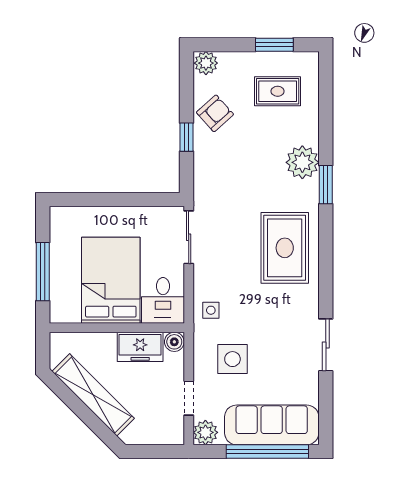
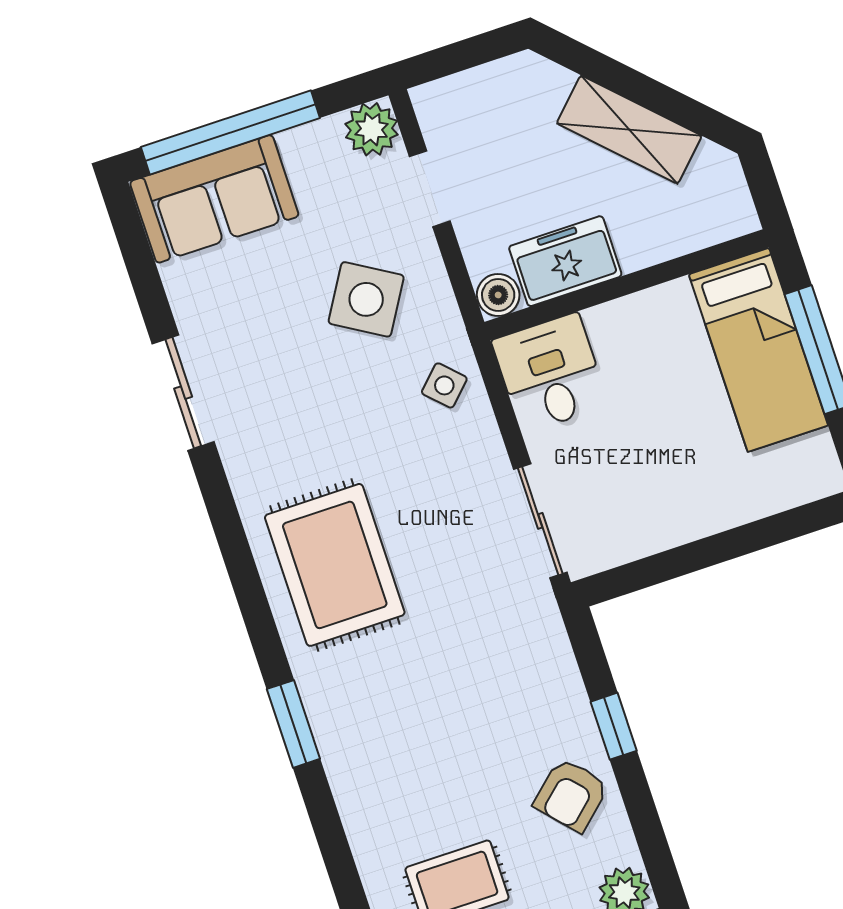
plant: (302, 162) -> (357, 754), removed
bed: (111, 280) -> (758, 350), moved, width x0.67
side table: (211, 310) -> (444, 385), turned 45
side table: (232, 359) -> (366, 299), turned 31
shelving: (93, 395) -> (629, 130), width x0.68
sofa: (272, 425) -> (214, 199), width x0.73

